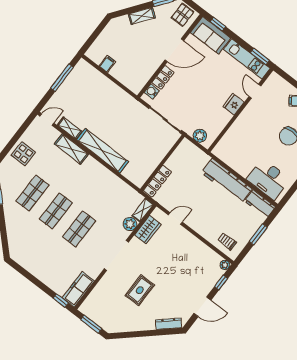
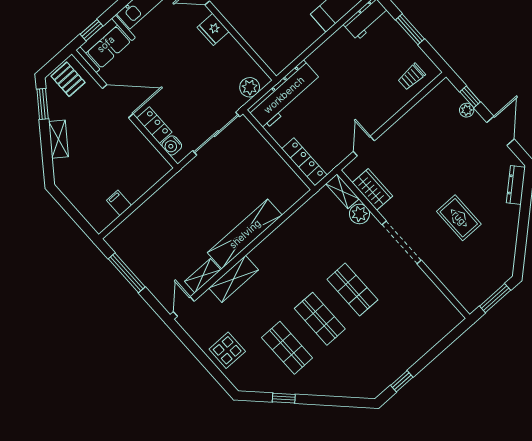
door: (174, 50) -> (118, 101), hinge flipped
workbench: (227, 181) -> (284, 95), moved
plant: (225, 265) -> (467, 110), moved
freezer: (78, 289) -> (441, 308), removed
window: (61, 301) -> (402, 381), moved

